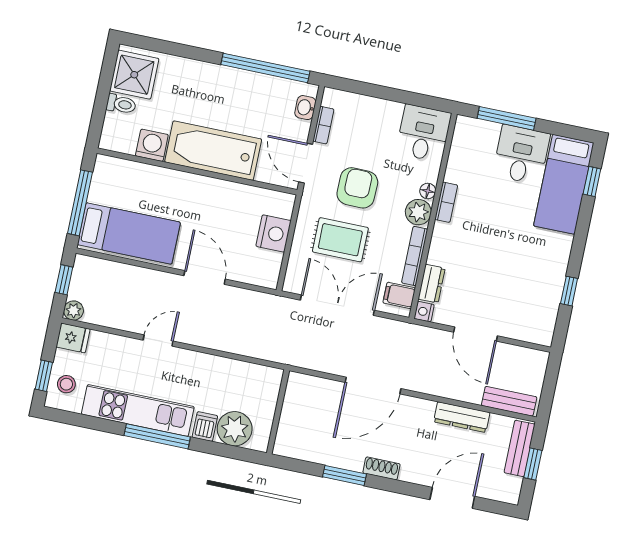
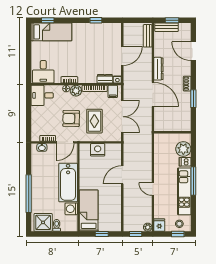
window: (265, 68) -> (29, 194), moved
window: (507, 118) -> (29, 62), removed
desk: (521, 155) -> (43, 72), moved, turned -90
window: (80, 203) -> (102, 234), width x0.46
bed: (129, 233) -> (89, 211), moved
double door: (337, 305) -> (122, 117), swing flipped
dresser: (462, 417) -> (158, 69), moved

